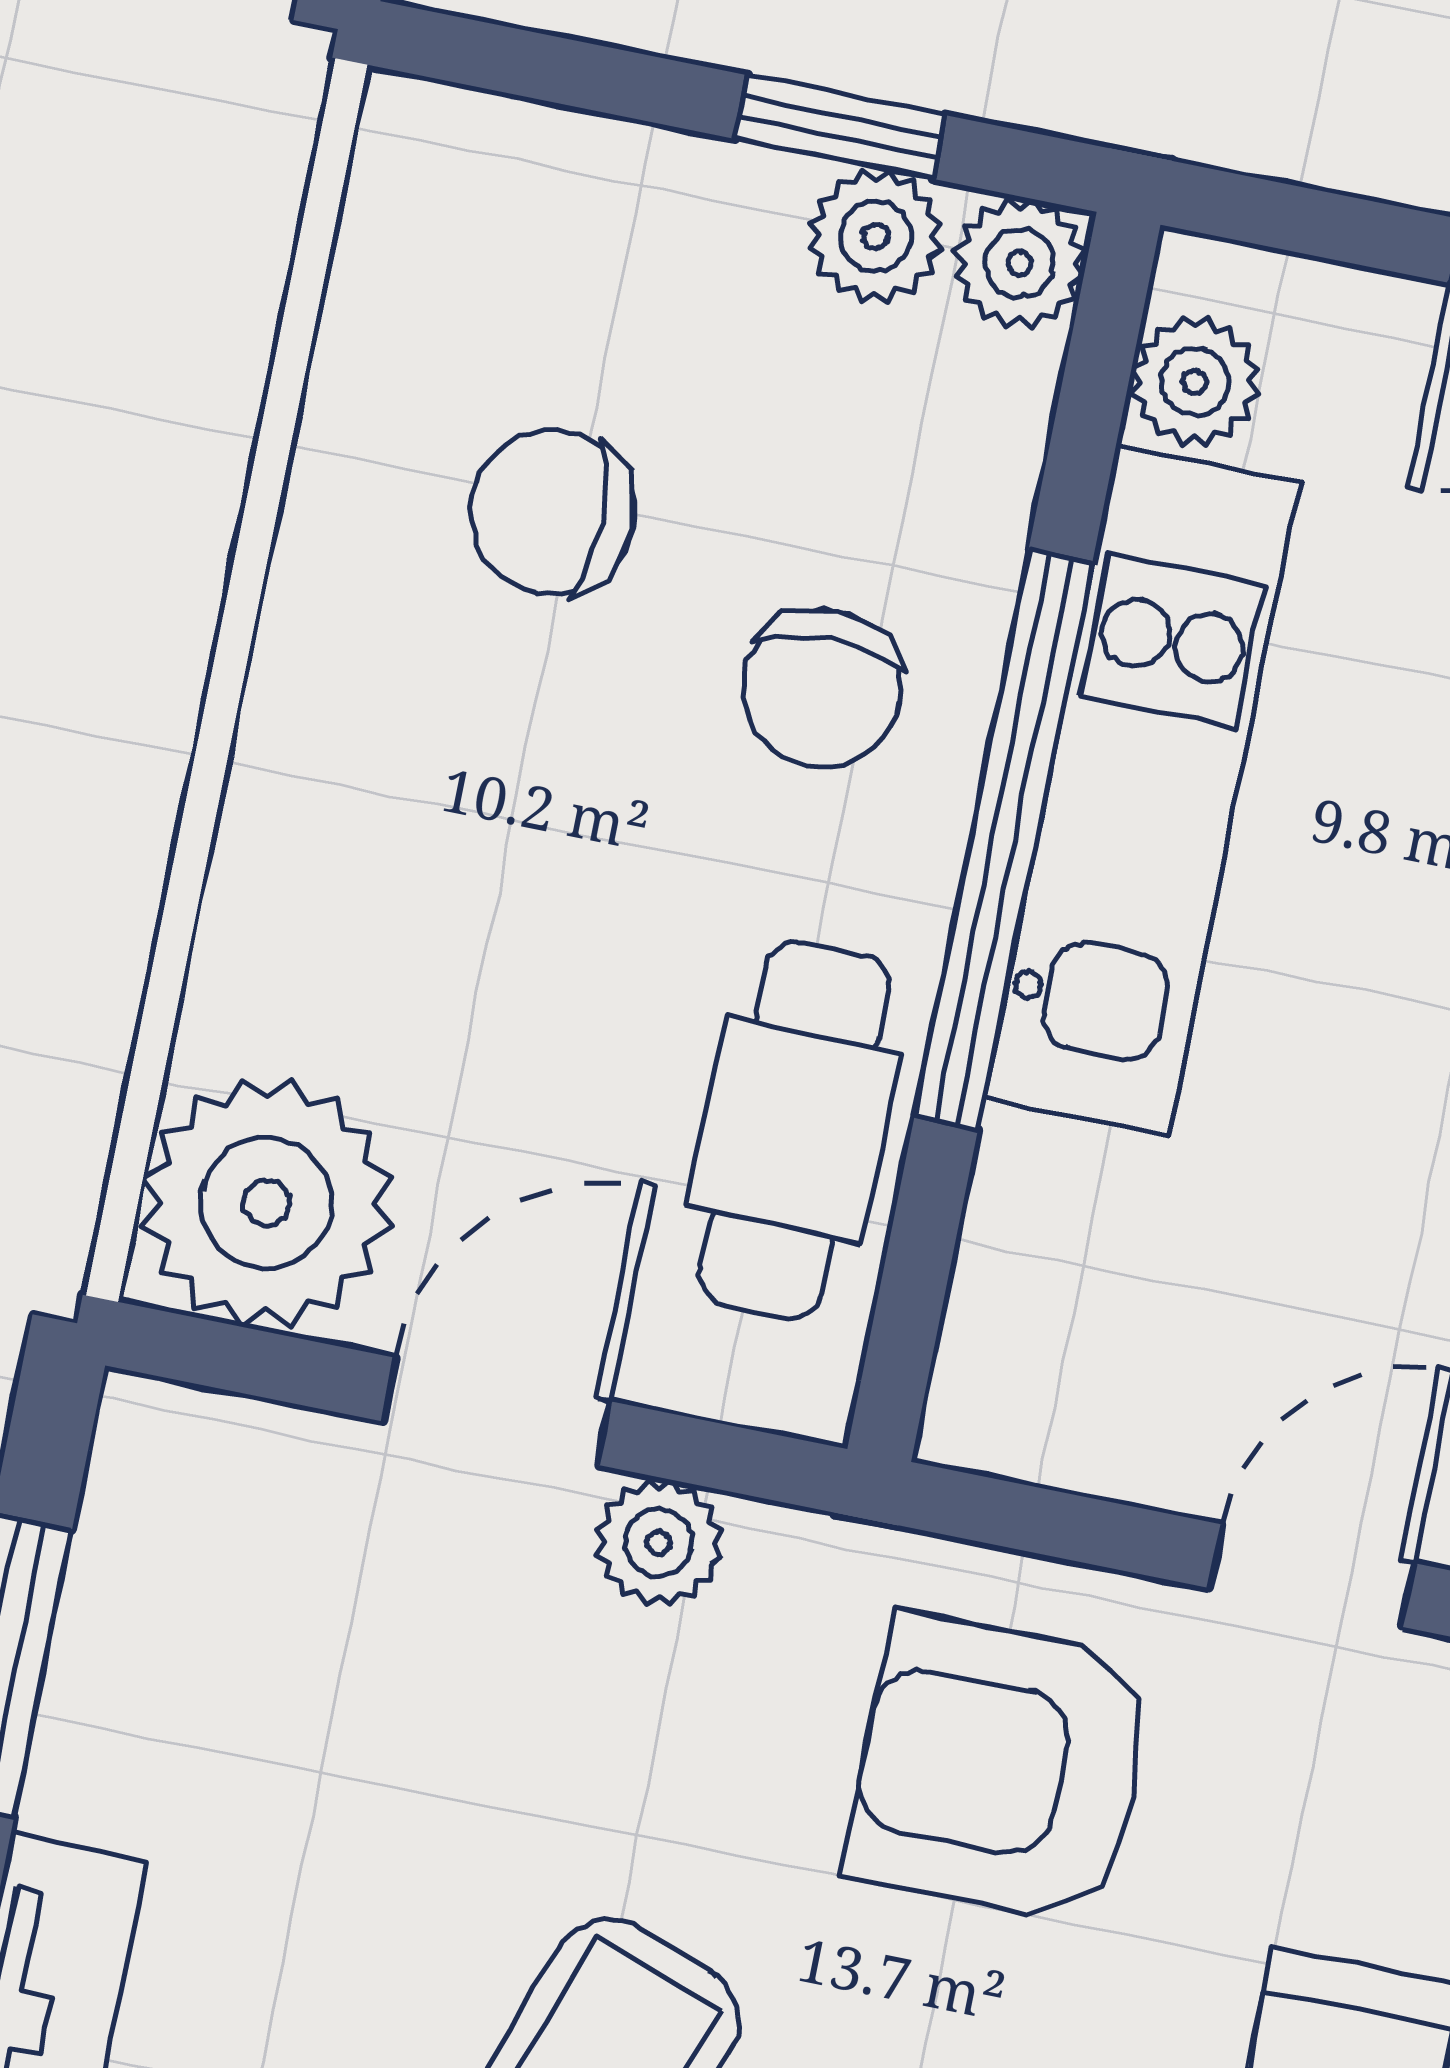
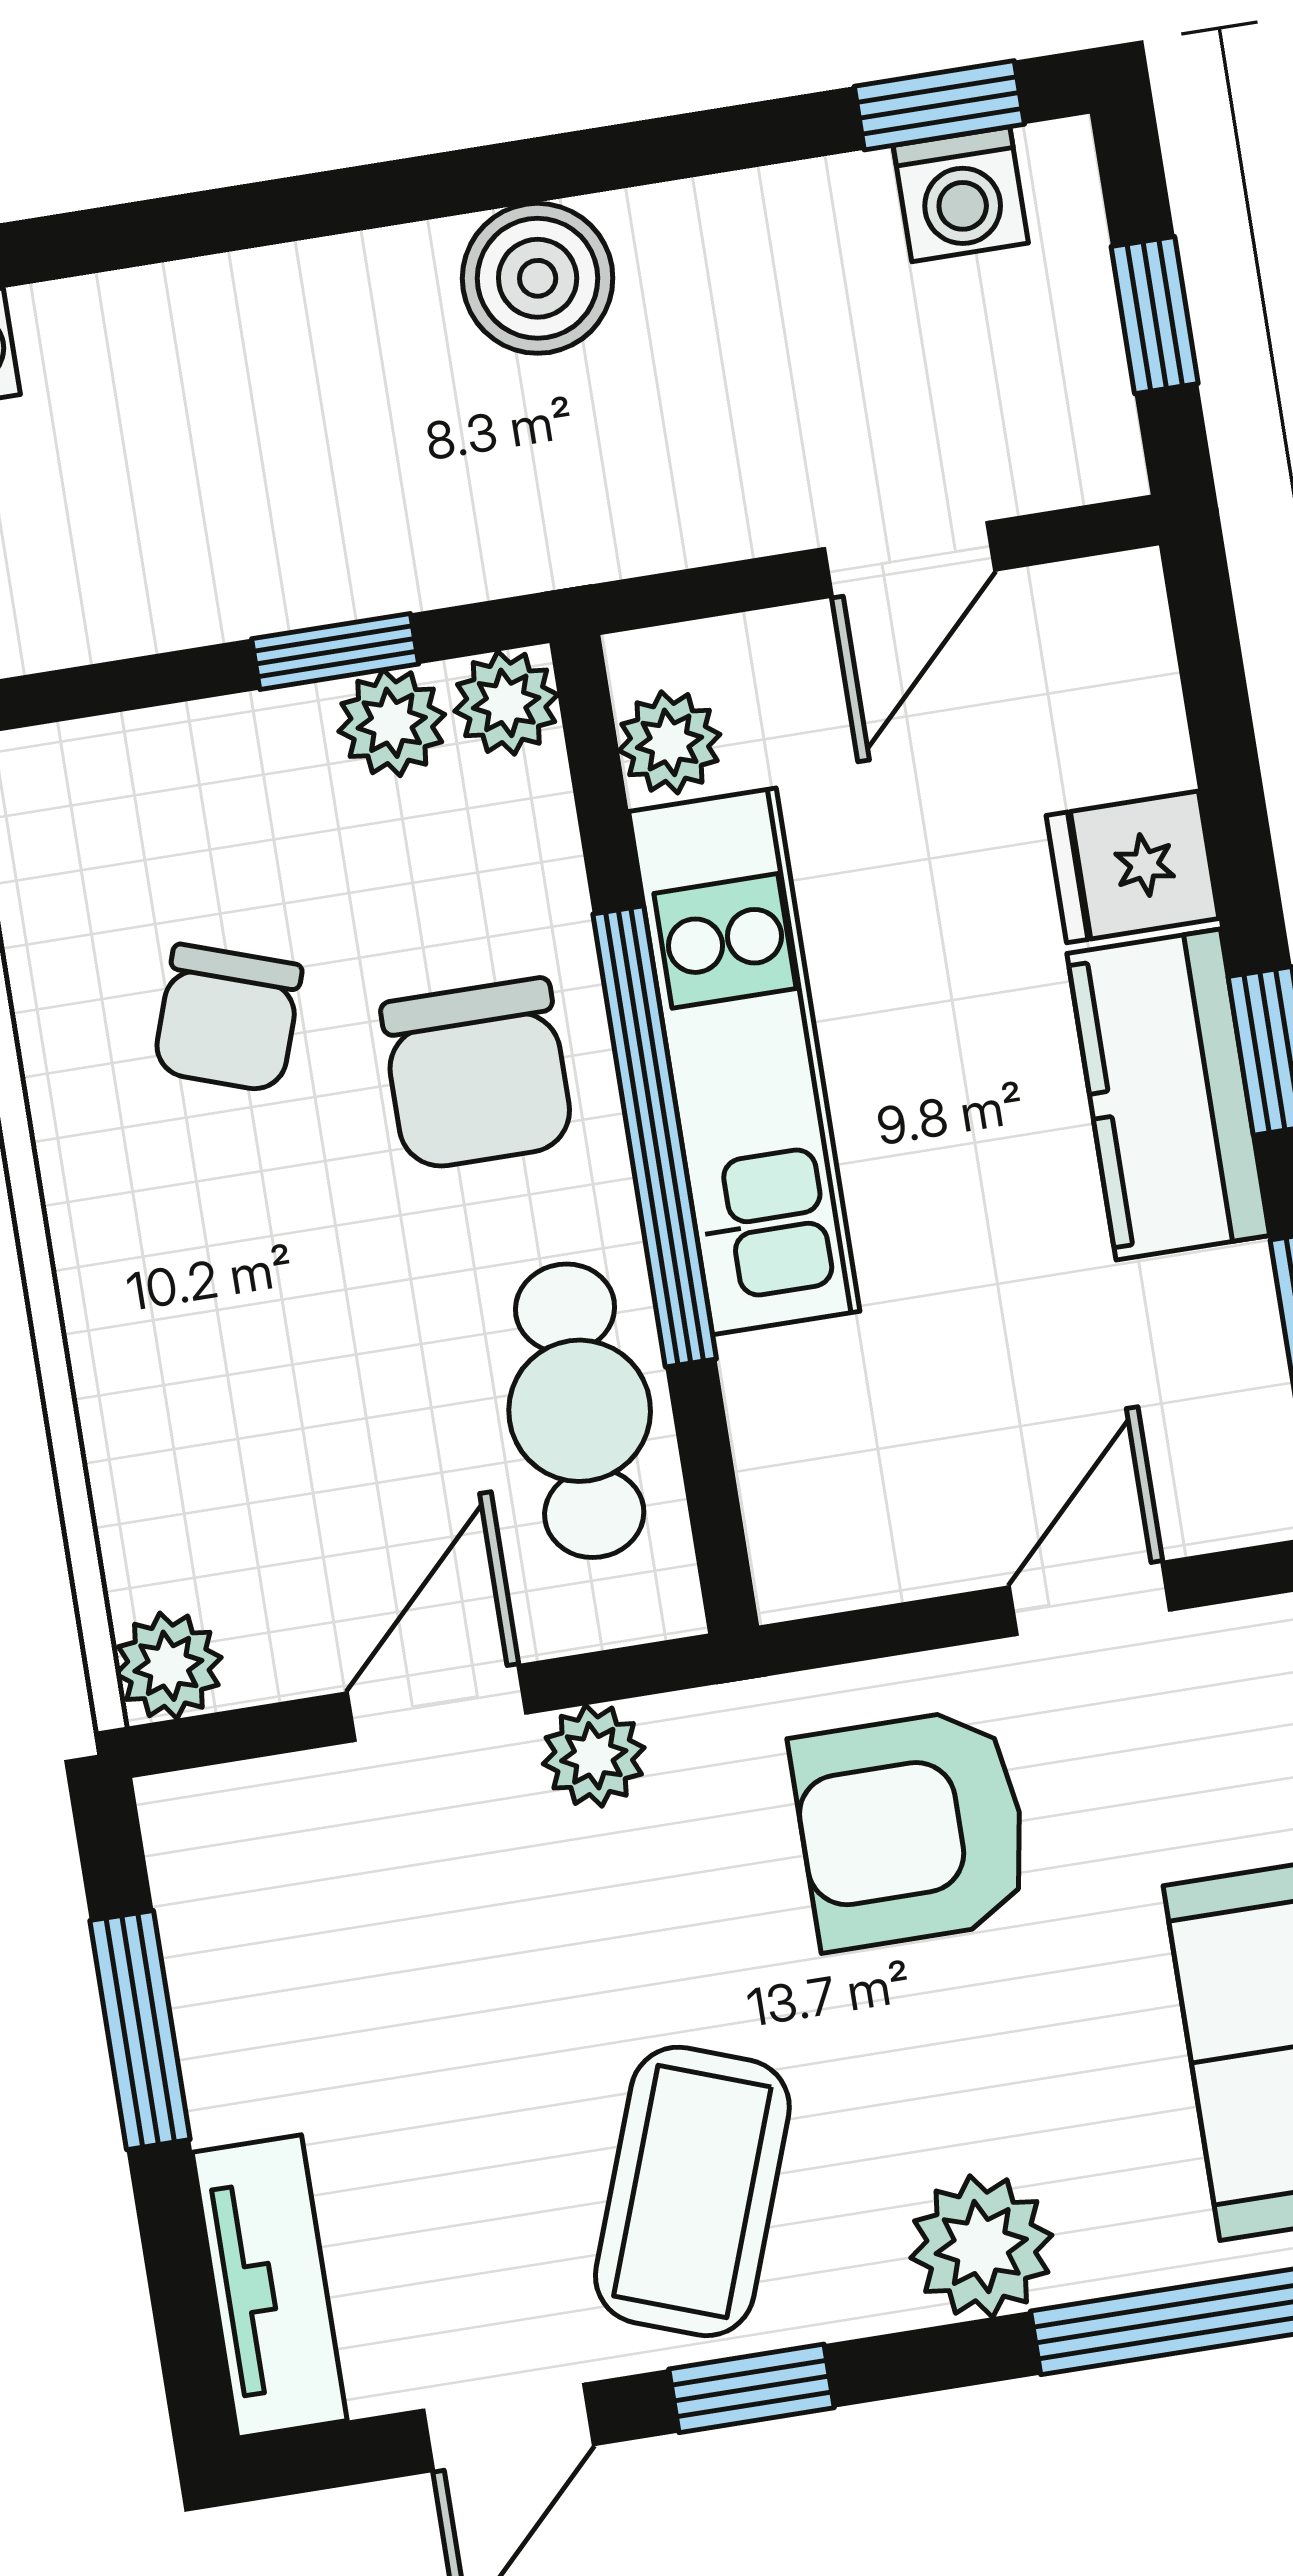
chair: (552, 512) -> (228, 1018), turned -71
chair: (822, 688) -> (477, 1074), width x1.37, depth x1.37
plant: (266, 1203) -> (168, 1666), width x0.53, depth x0.53

